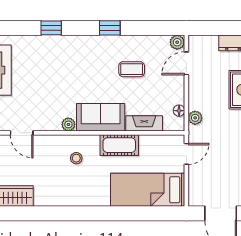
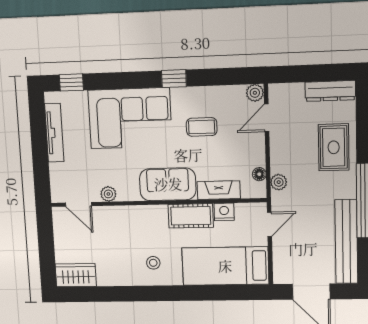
window: (51, 28) -> (71, 83), moved
corner sofa: (71, 60) -> (130, 118), added
plant: (68, 124) -> (108, 194), moved
nightstand: (148, 142) -> (224, 212), added
stool: (76, 158) -> (153, 263), moved

